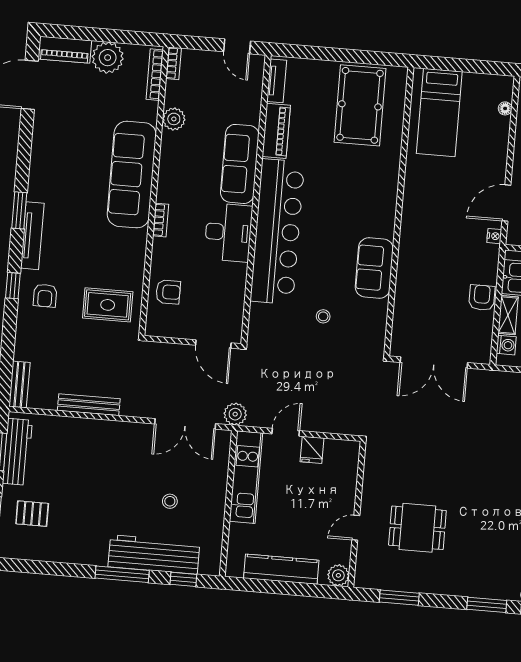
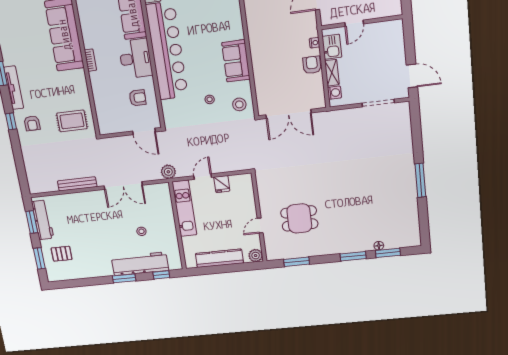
nightstand: (494, 236) -> (315, 43), moved
armchair: (168, 292) -> (138, 98), moved
stool: (365, 333) -> (239, 104), added
bench: (19, 384) -> (32, 180), removed
double door: (185, 424) -> (123, 186), moved
window: (122, 574) -> (124, 278), width x0.69

